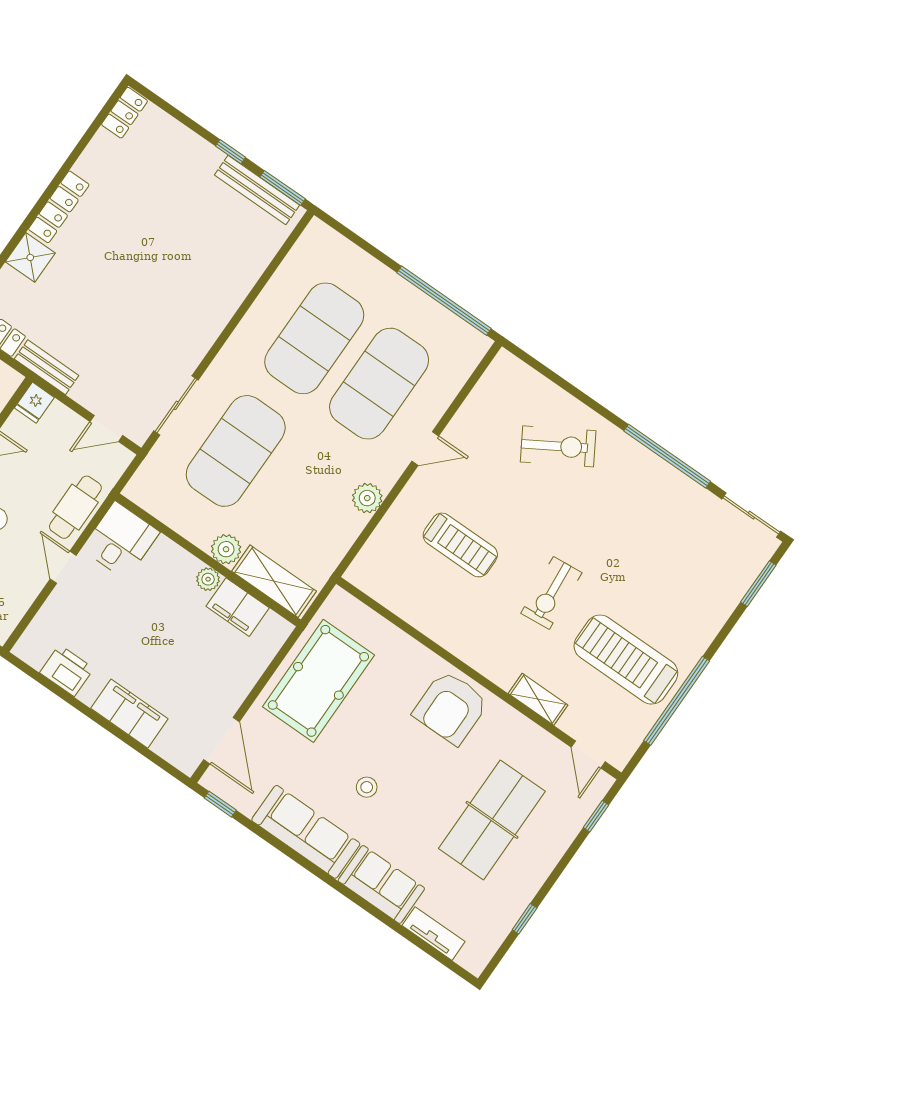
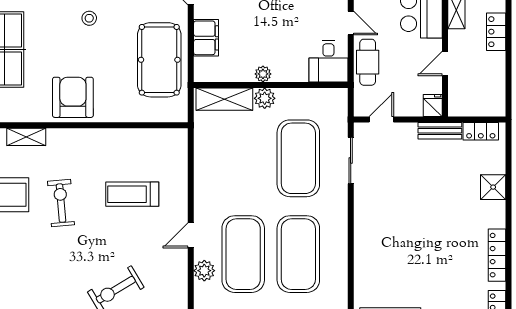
locker: (59, 207) -> (497, 255), moved
plant: (367, 498) -> (204, 271), moved
filing cabinet: (238, 607) -> (206, 38), moved, turned 90

